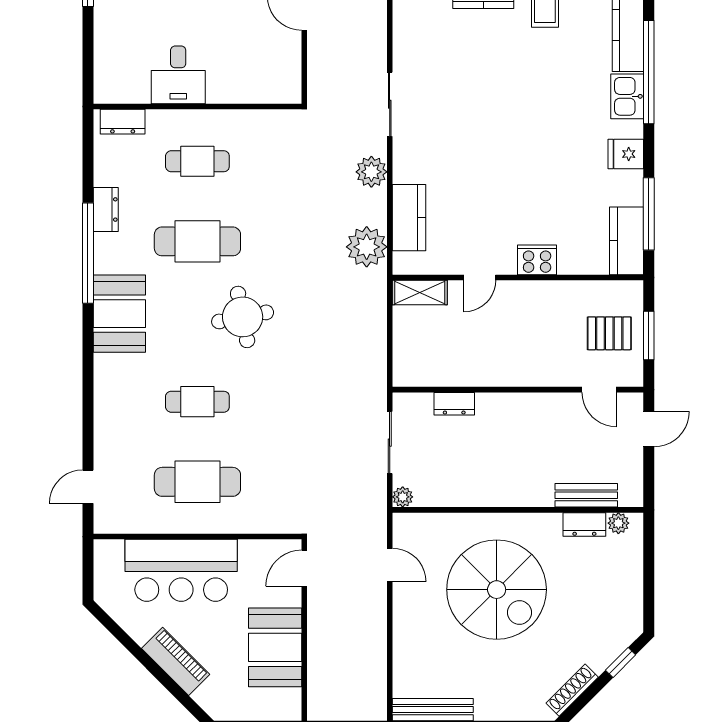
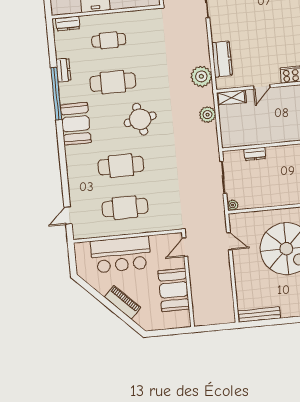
plant: (371, 172) -> (208, 115), moved
cafe table: (197, 402) -> (121, 166), width x1.37, depth x1.35

